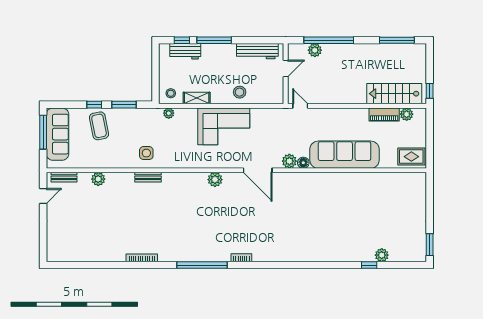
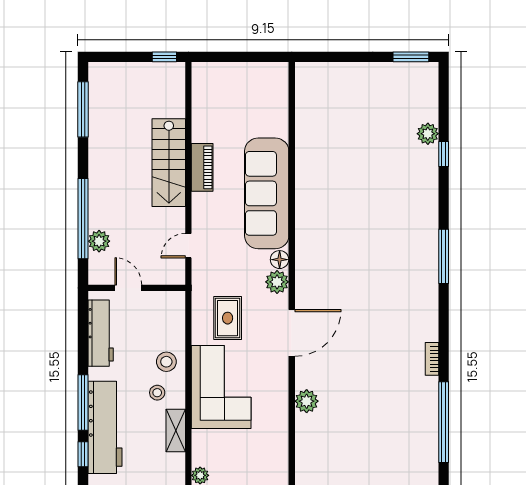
workbench: (185, 51) -> (105, 427), width x1.88, depth x1.32
stool: (171, 93) -> (157, 393), moved
stairs: (394, 94) -> (169, 163), moved
door: (300, 106) -> (188, 246), moved
piano: (384, 114) -> (202, 167), moved
plant: (407, 114) -> (202, 94), removed
rug: (411, 157) -> (228, 318), moved
window: (305, 265) -> (444, 256), added

